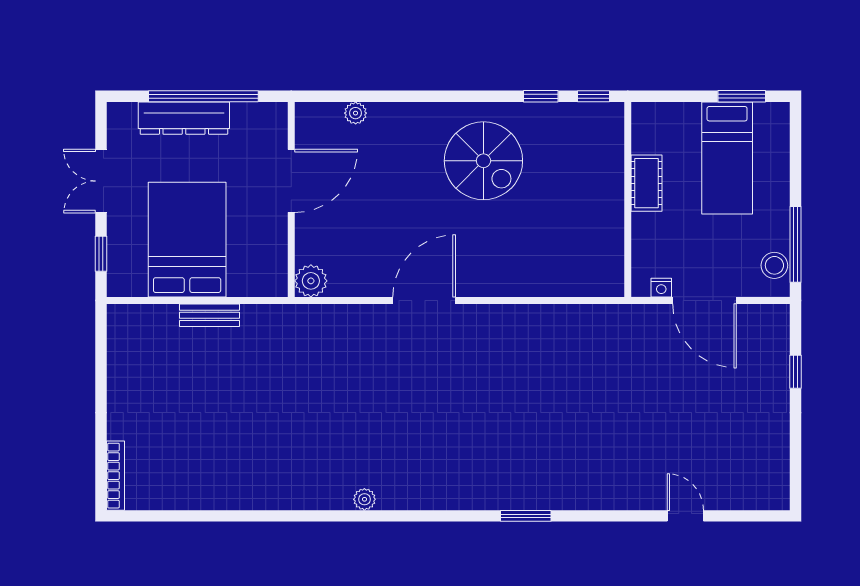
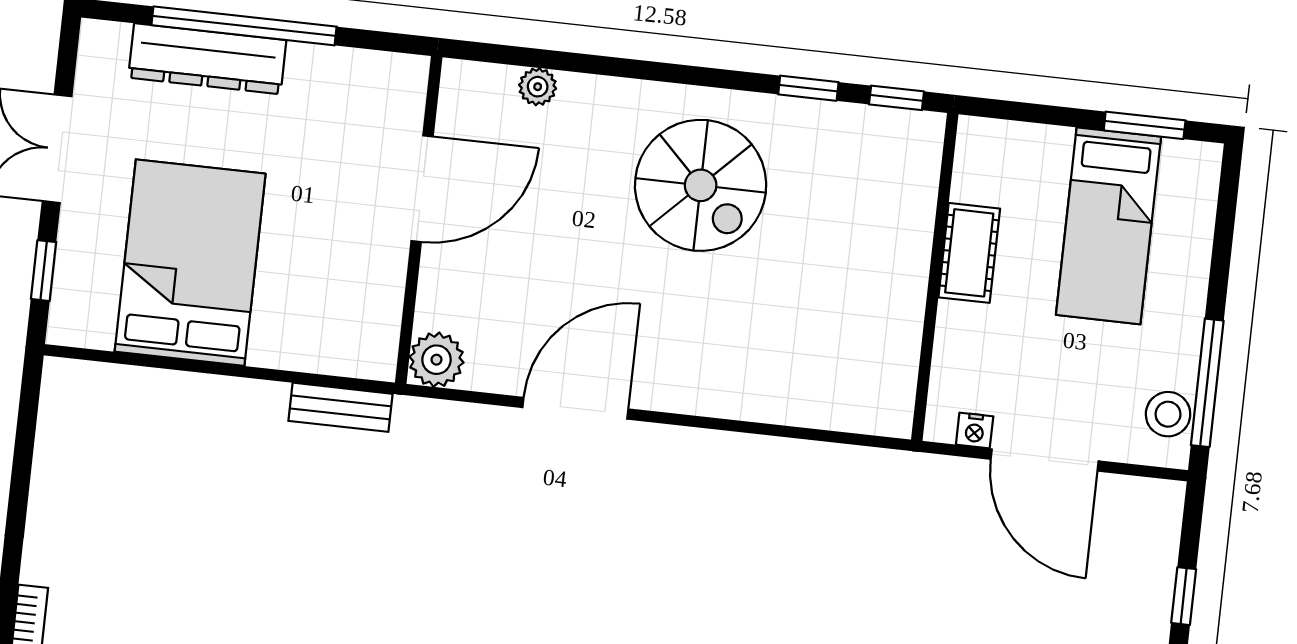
plant: (356, 113) -> (538, 87), moved
door: (291, 181) -> (422, 189), moved
wall: (291, 200) -> (419, 220), moved
plant: (311, 281) -> (436, 360), moved
bench: (210, 315) -> (340, 407), moved

